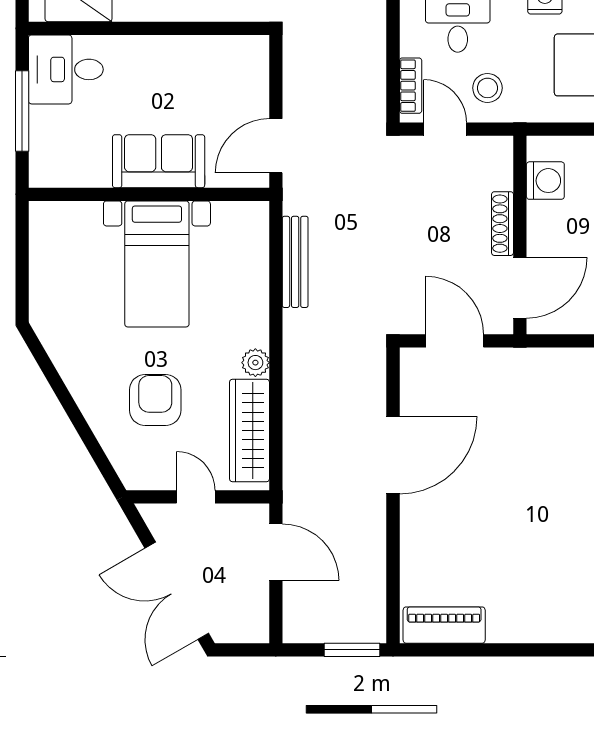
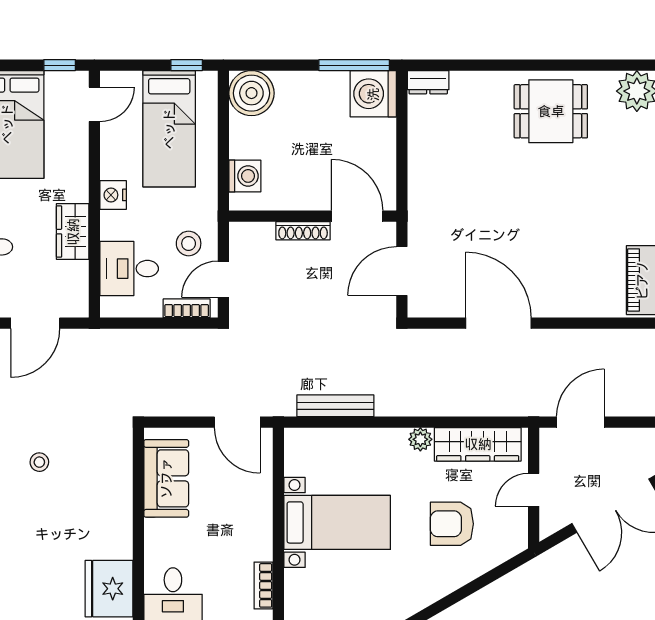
sofa: (159, 161) -> (166, 478), moved, turned 180
bookcase: (82, 177) -> (263, 585), added
washing machine: (545, 181) -> (245, 176), moved, turned 90

